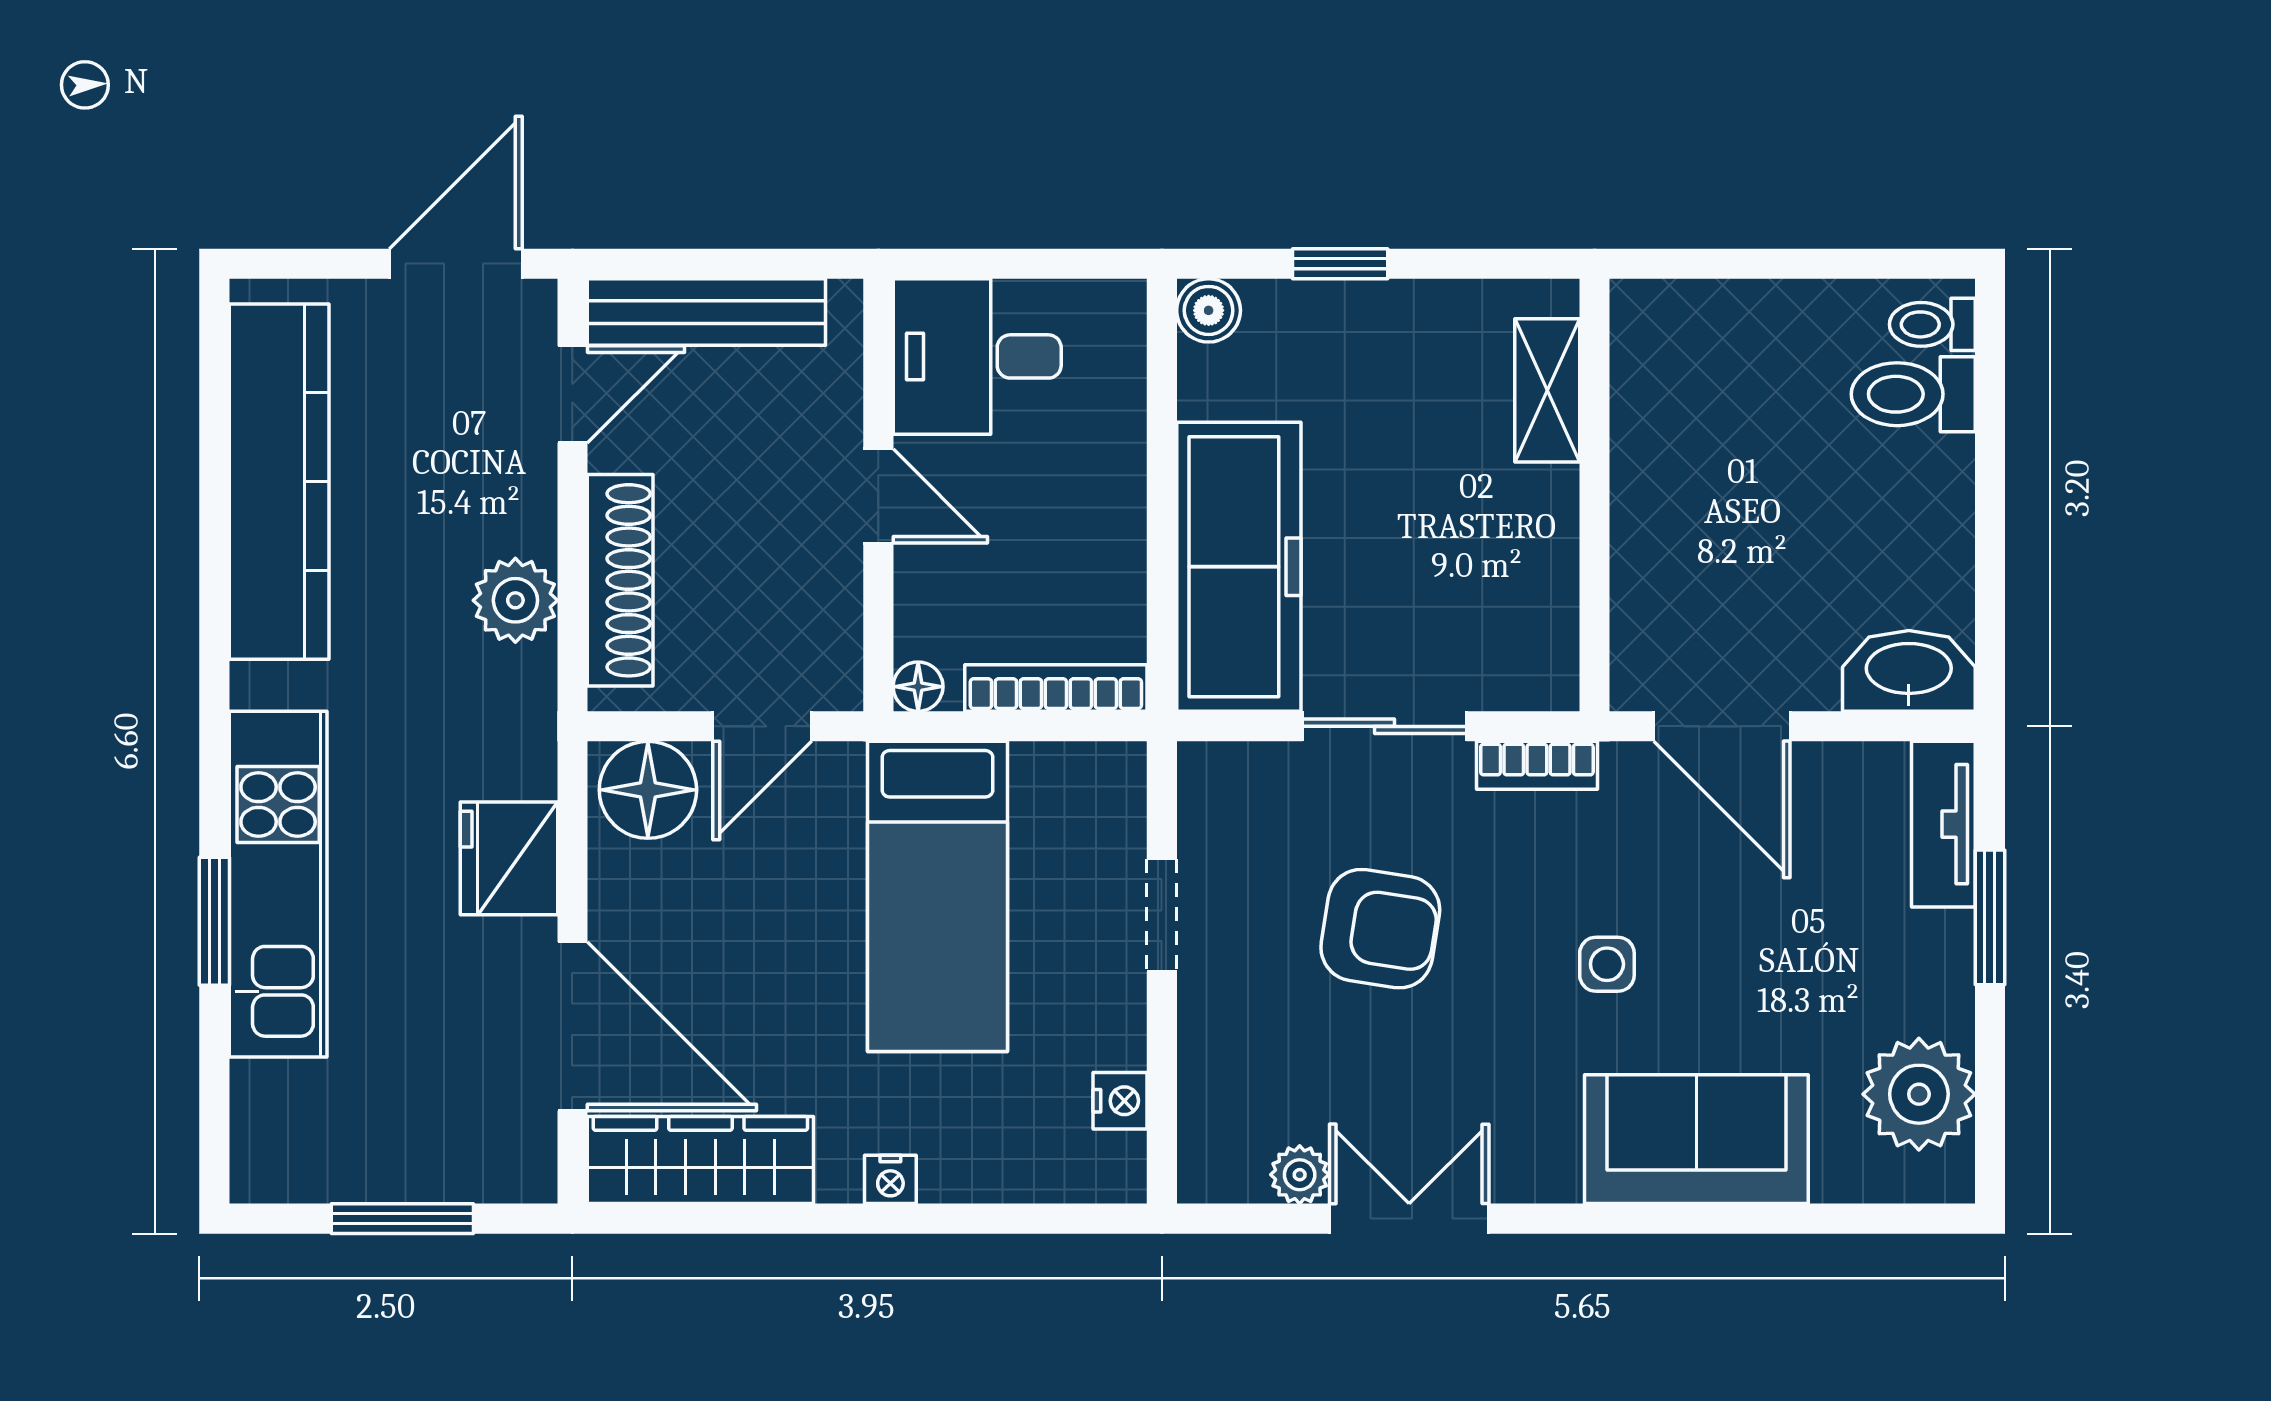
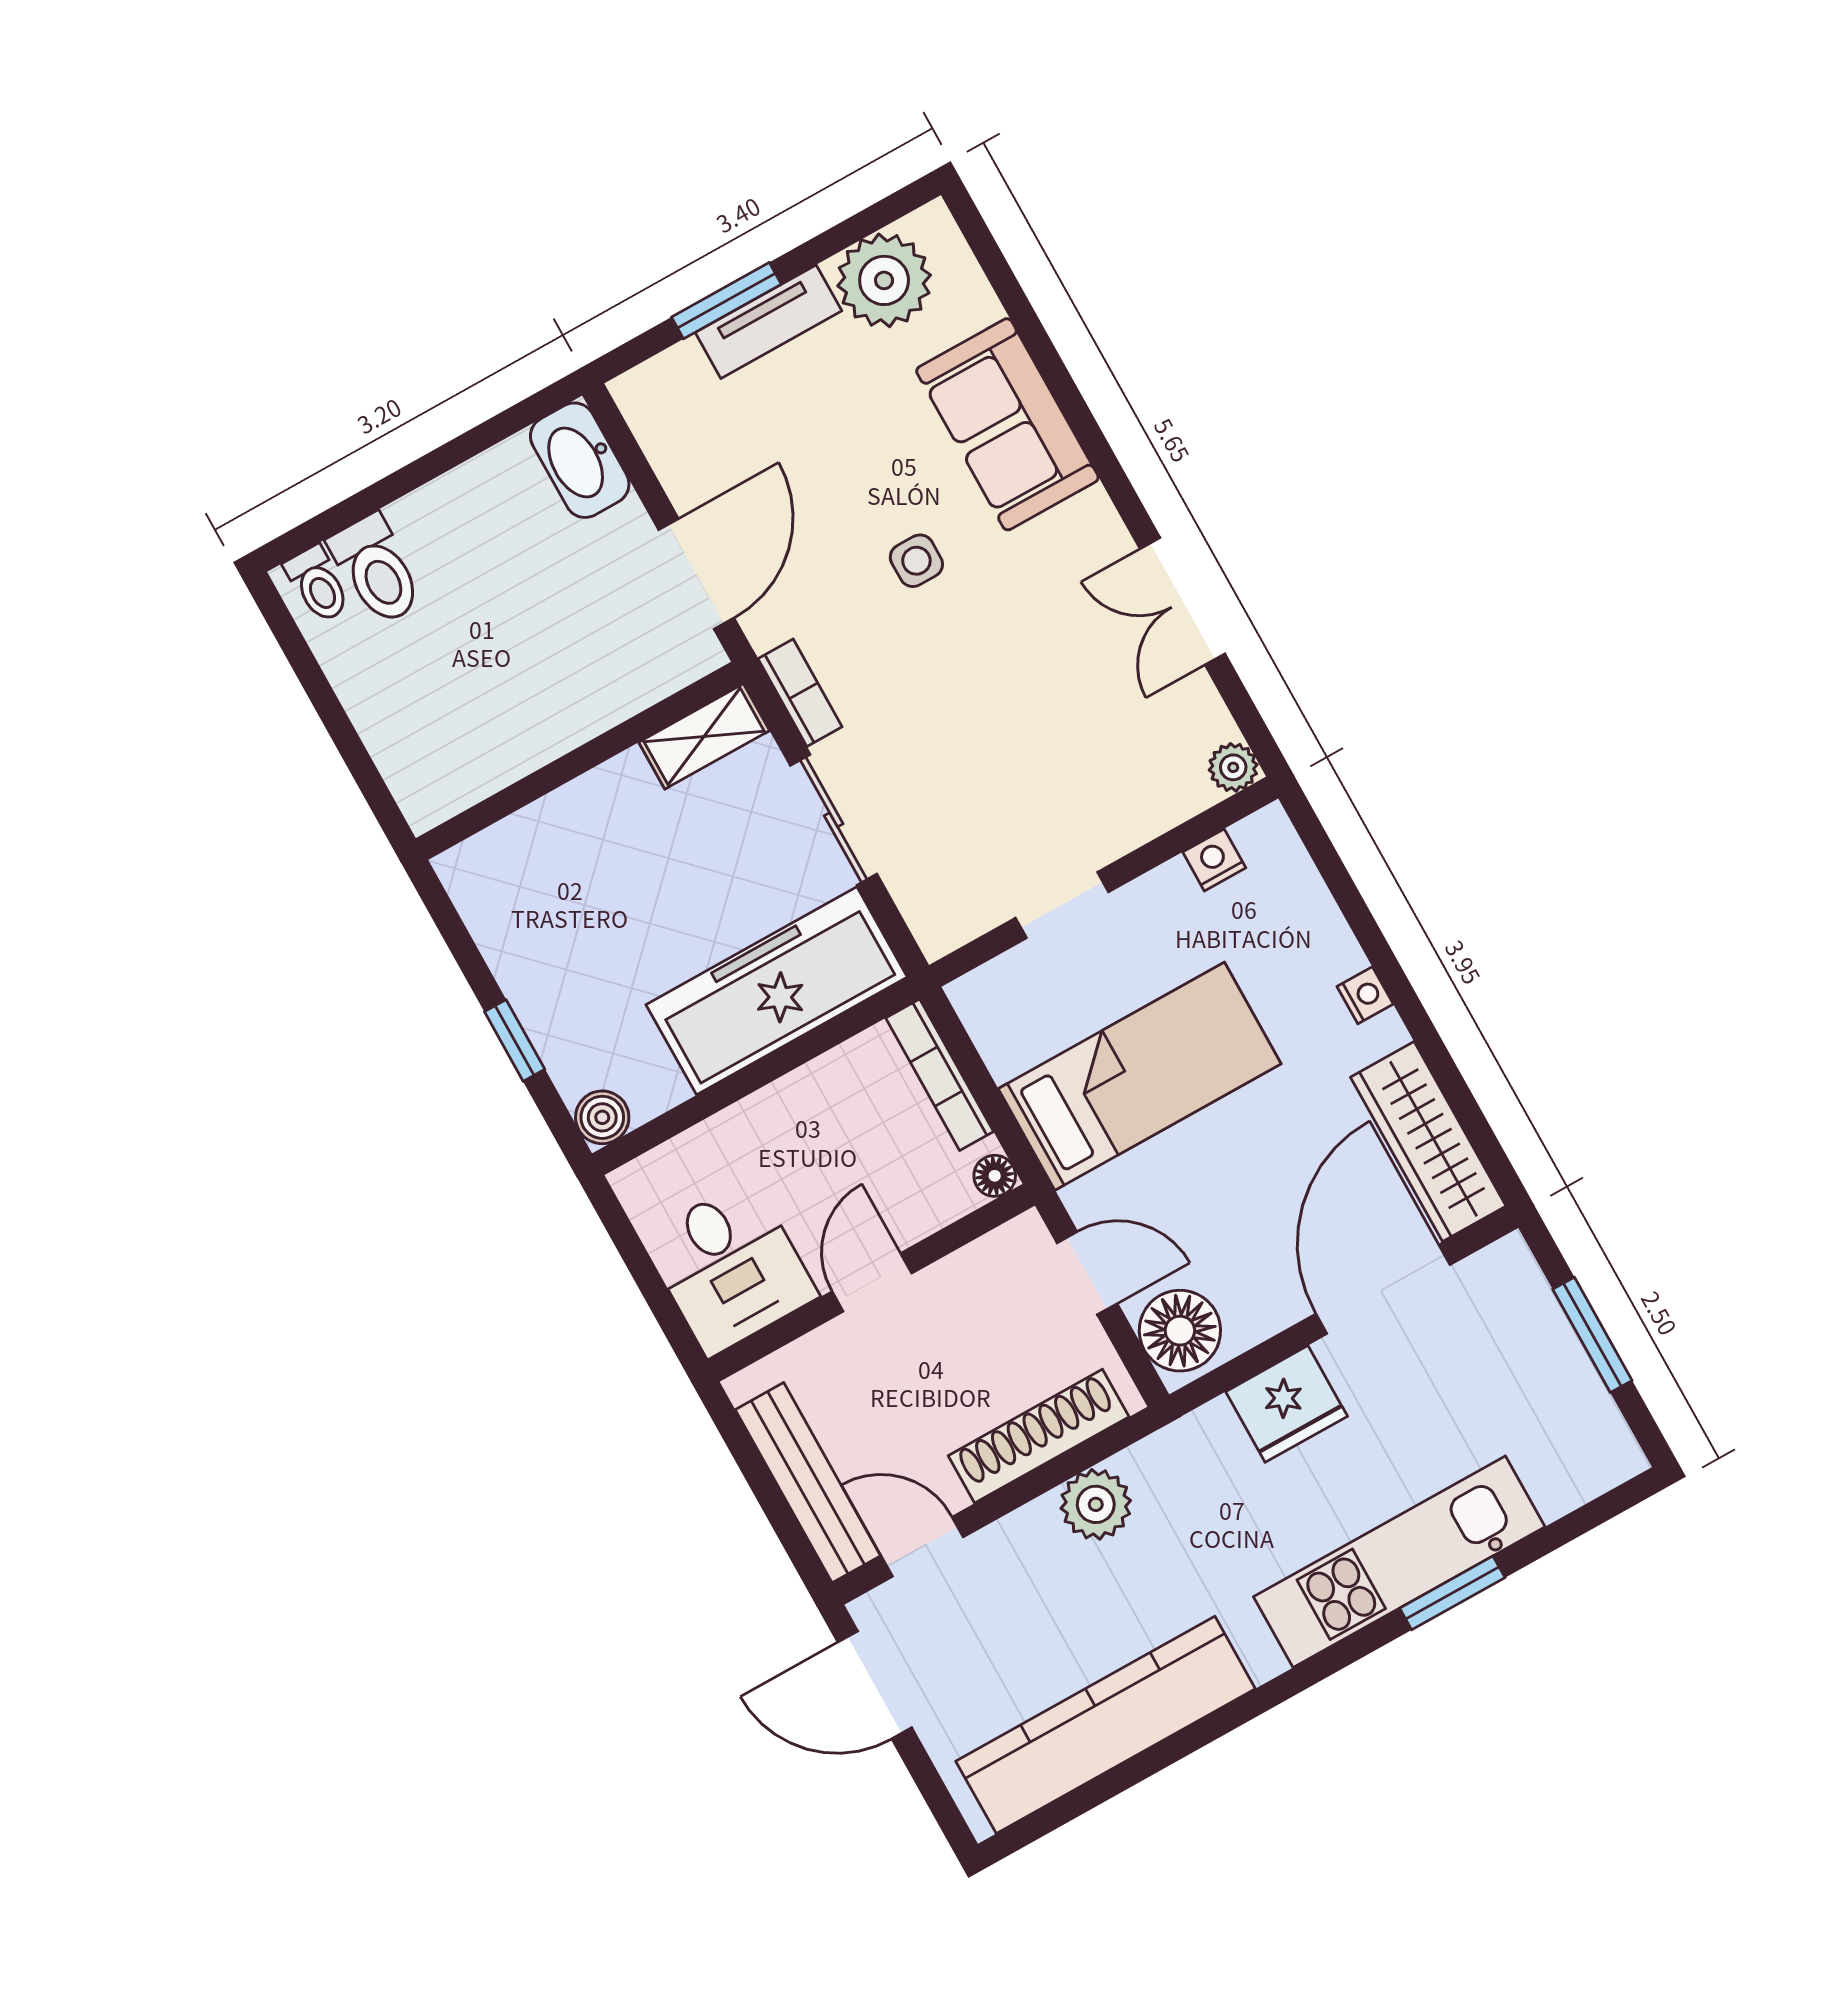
shelving: (1547, 390) -> (704, 736), moved
tv unit: (1943, 824) -> (769, 322), moved
armchair: (1380, 929) -> (983, 740), removed
plant: (1300, 1175) -> (1233, 767), moved

